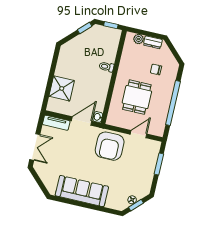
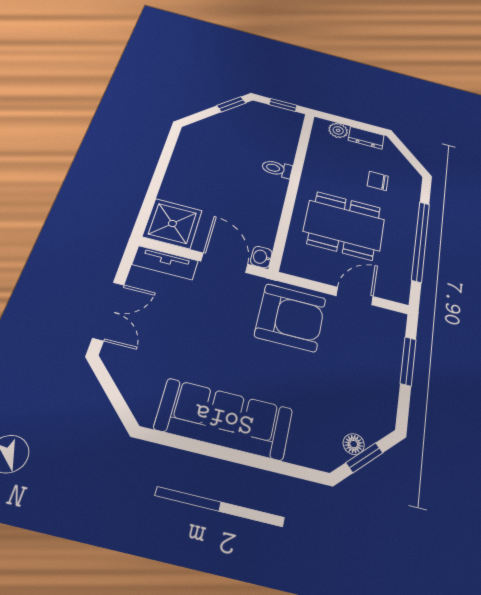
shower: (62, 88) -> (172, 223), moved
dining table: (137, 97) -> (344, 225), width x1.38
door: (82, 121) -> (224, 263), hinge flipped
armchair: (110, 146) -> (291, 317), turned -90

